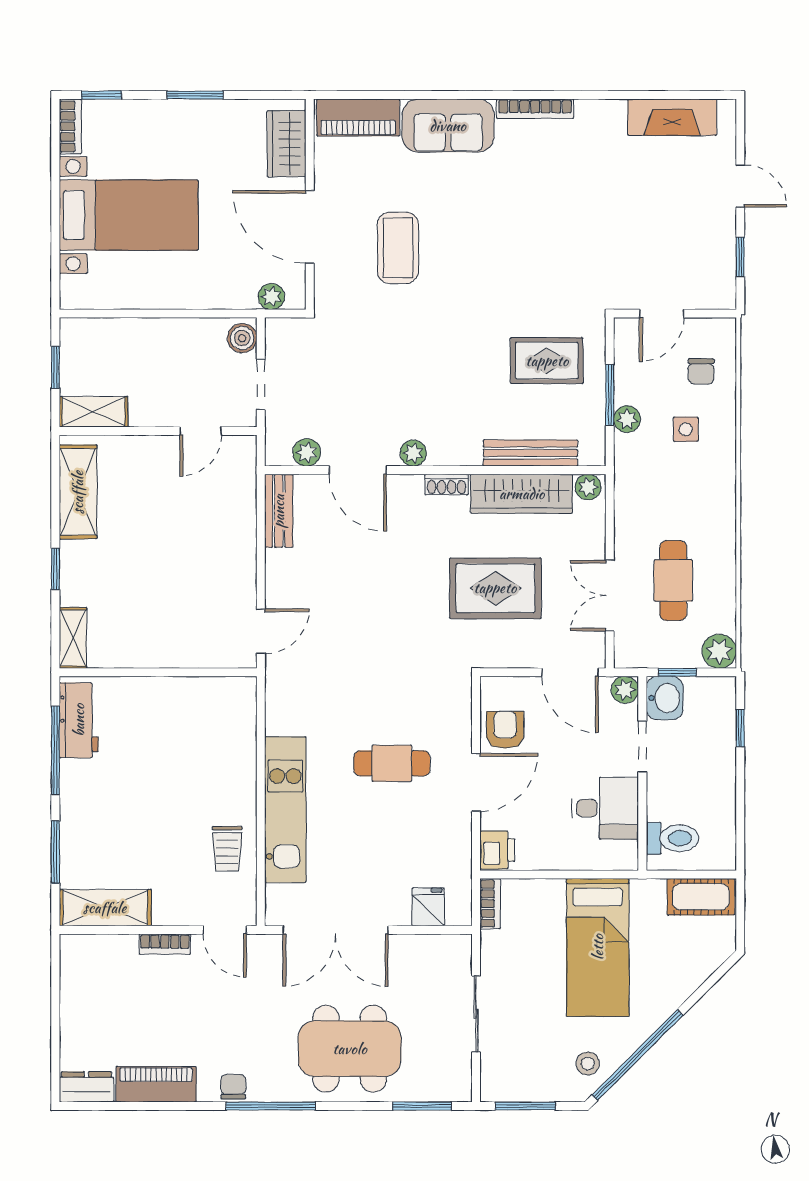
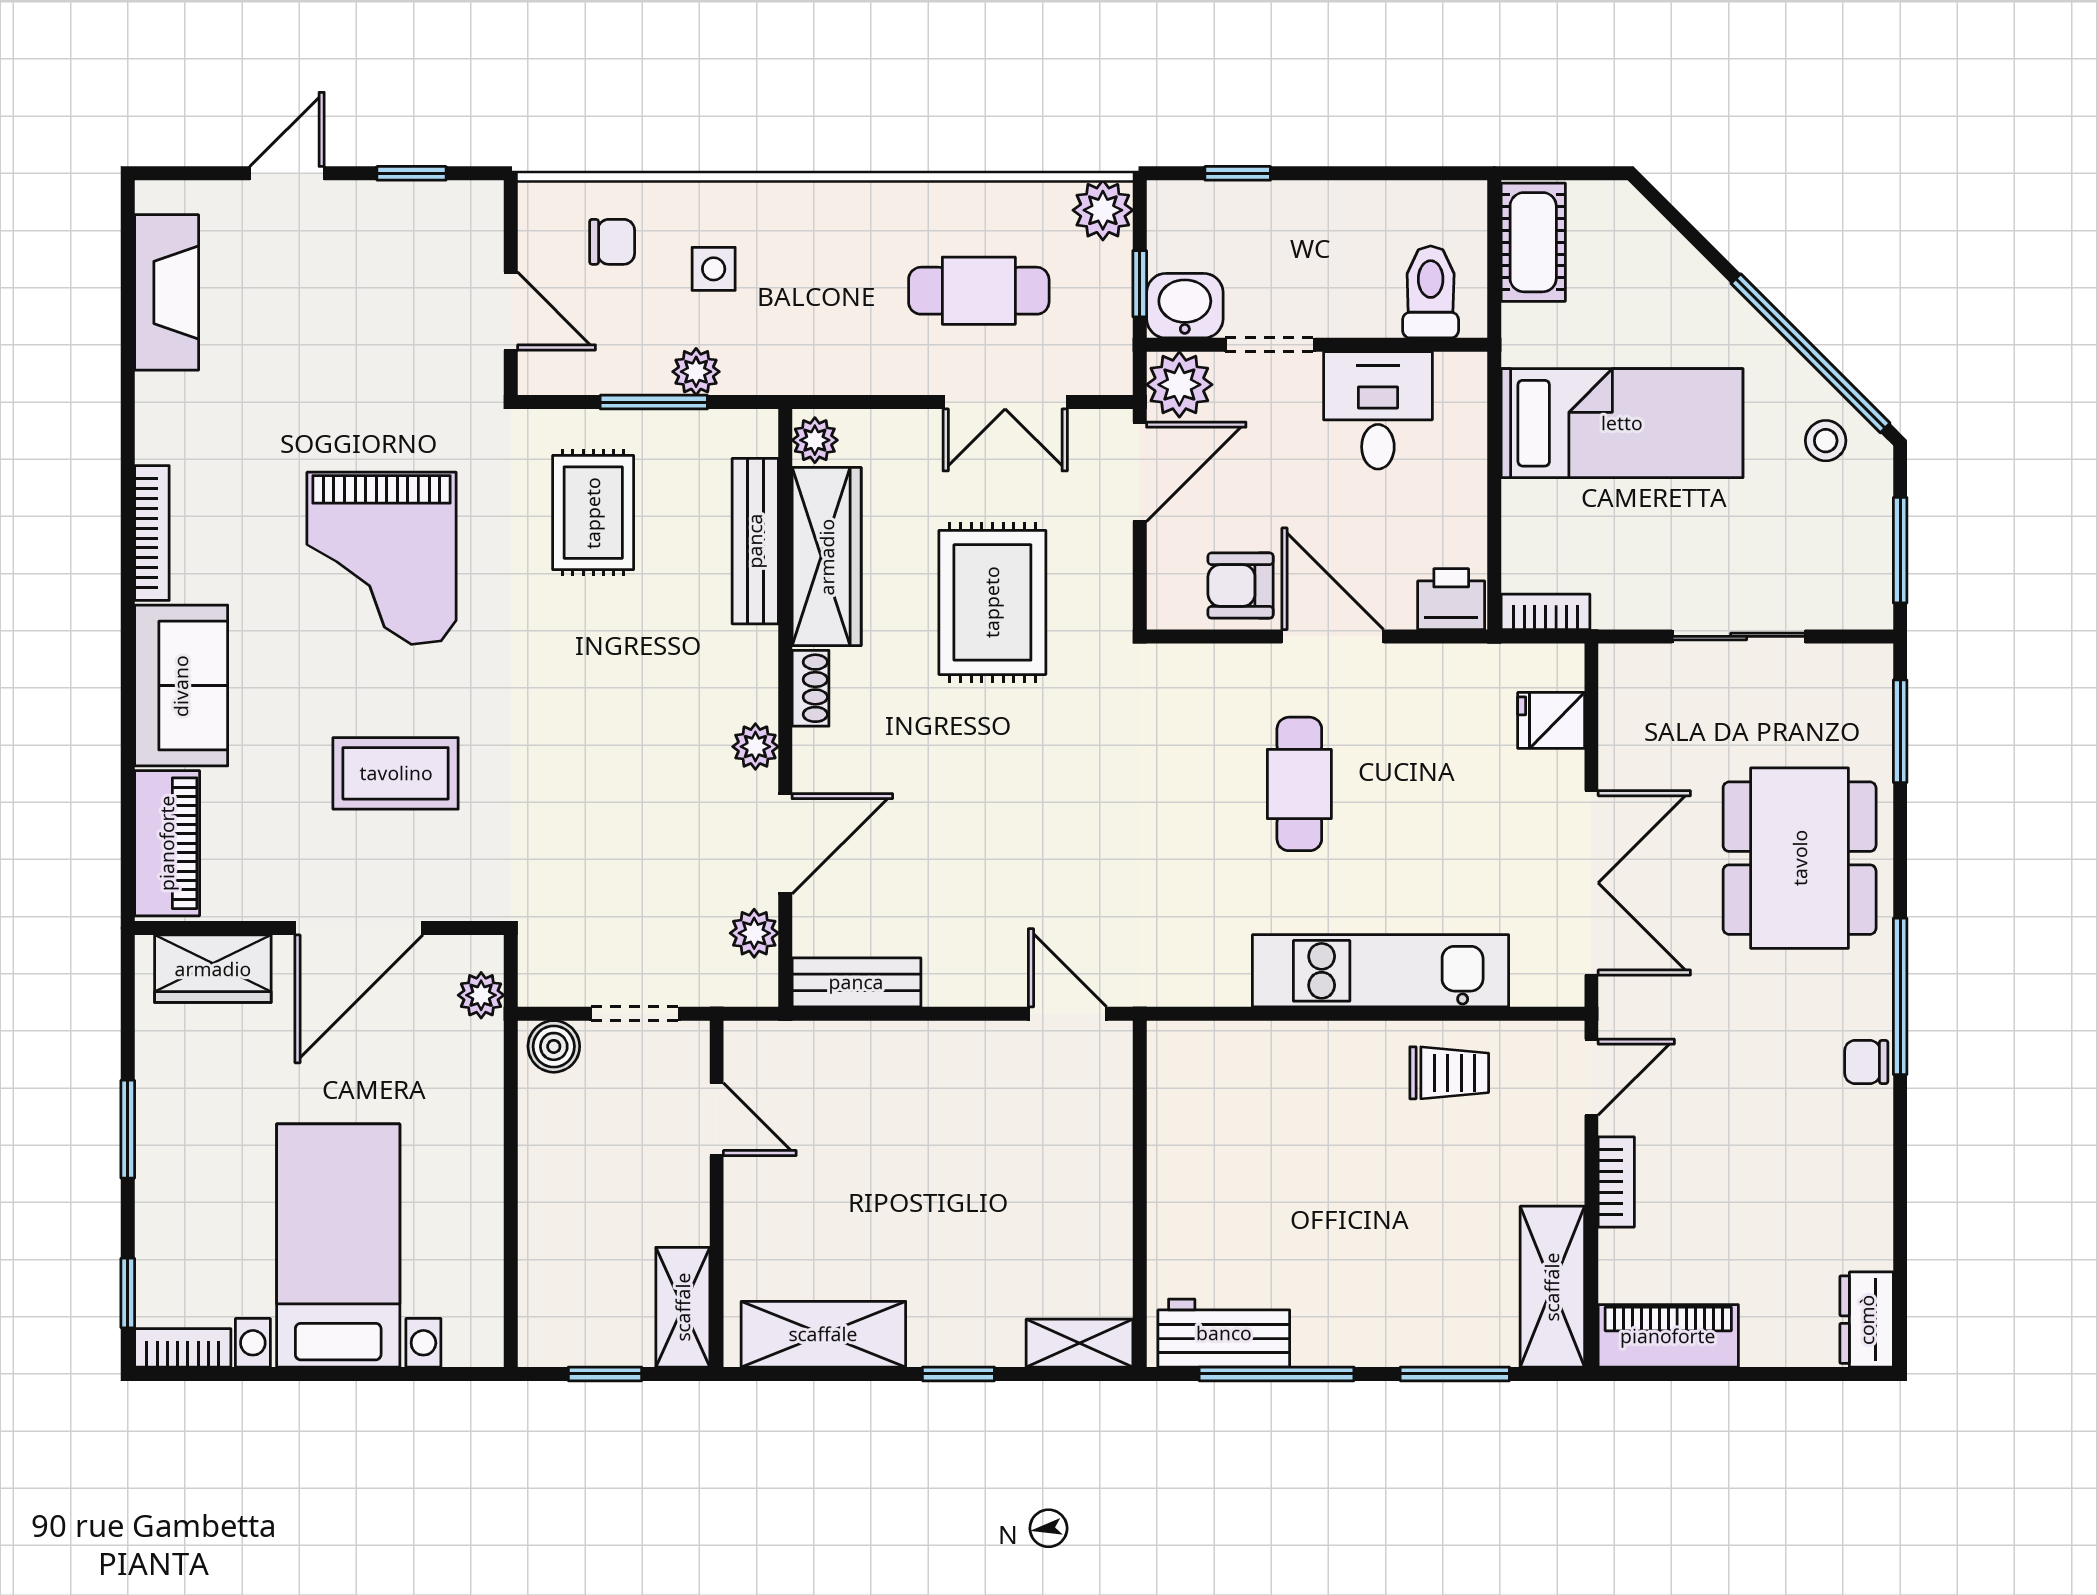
grand piano: (521, 240) -> (382, 558), added
plant: (625, 690) -> (1179, 385), width x1.38, depth x1.38
piano: (156, 1084) -> (1668, 1336), moved, turned 90

